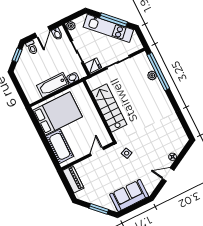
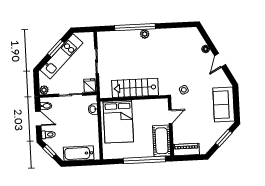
window: (114, 20) -> (56, 48), width x0.69
window: (158, 72) -> (135, 27), moved
plant: (152, 75) -> (145, 34), moved
bathtub: (53, 85) -> (79, 153), moved, turned 90
bed: (58, 113) -> (118, 122), moved, turned 180
window: (47, 145) -> (144, 160), added
cot: (60, 146) -> (162, 141), moved, turned 90
door: (97, 152) -> (170, 117), swing flipped

